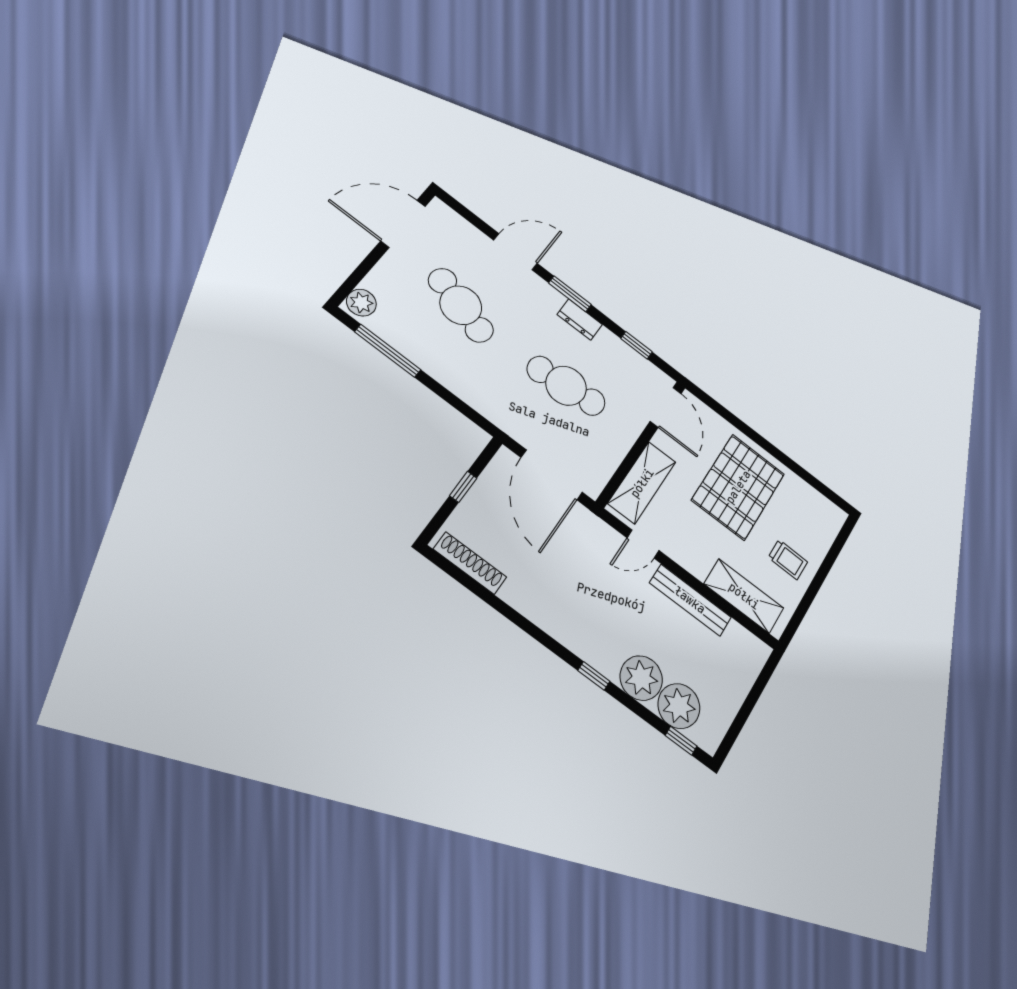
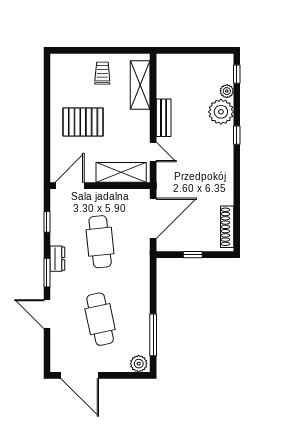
cafe table: (461, 305) -> (100, 319), turned -30
pallet: (738, 487) -> (83, 122), width x0.73, depth x0.71
bench: (690, 600) -> (164, 118), width x0.73
plant: (679, 706) -> (227, 91), width x0.53, depth x0.53

